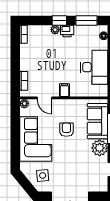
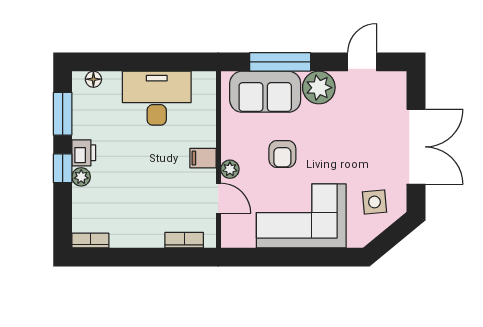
door: (45, 98) -> (218, 198), hinge flipped
plant: (24, 104) -> (230, 169), moved
armchair: (66, 130) -> (282, 154), turned -90

